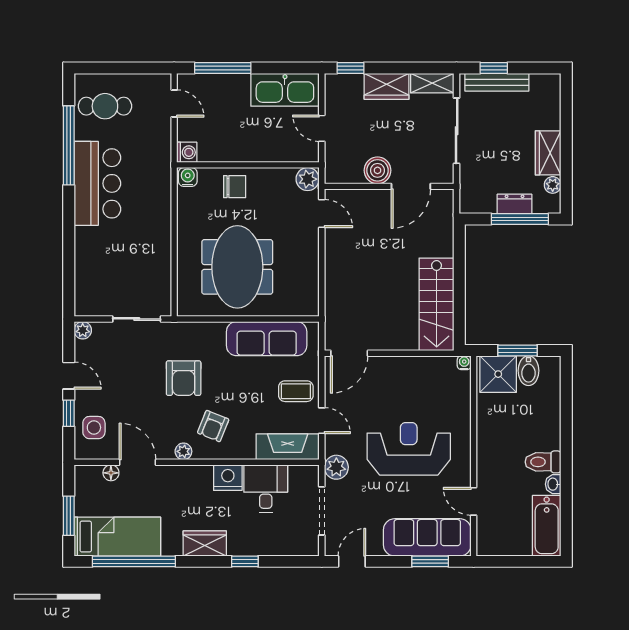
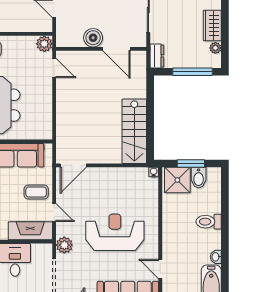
door: (411, 186) -> (116, 49), hinge flipped
dresser: (515, 204) -> (157, 56), moved, turned 90
toilet: (543, 462) -> (209, 222), moved

